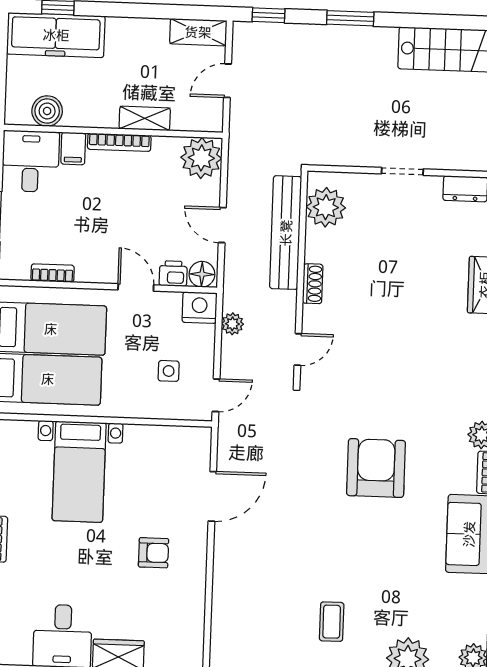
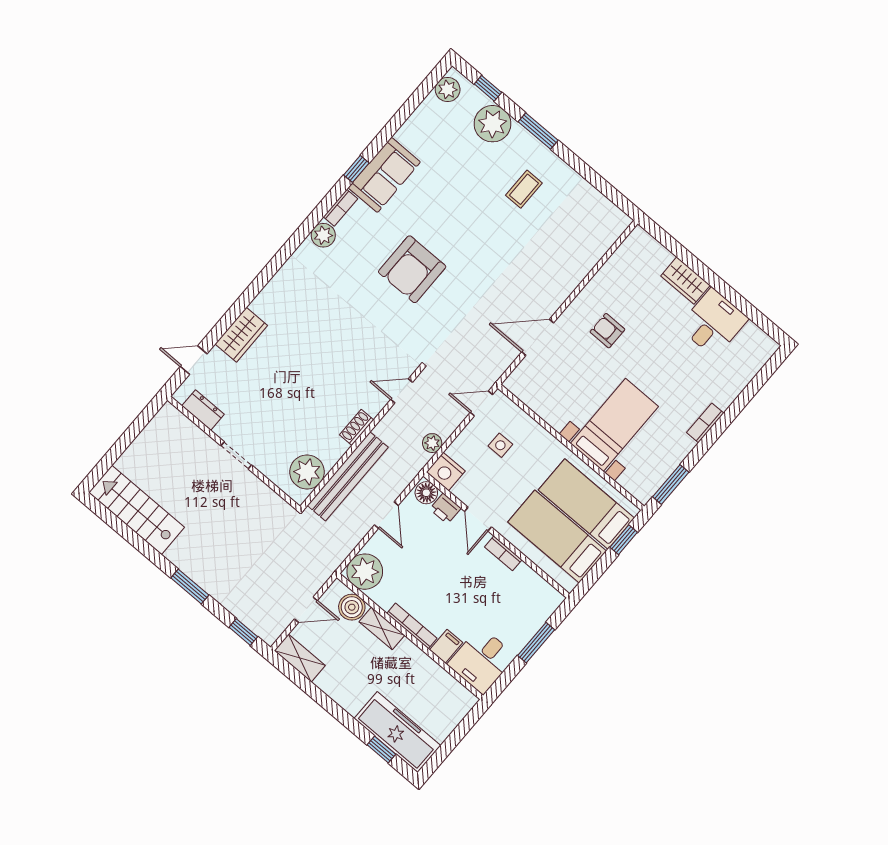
boiler: (47, 111) -> (352, 607), moved
bookcase: (53, 273) -> (503, 553), moved

